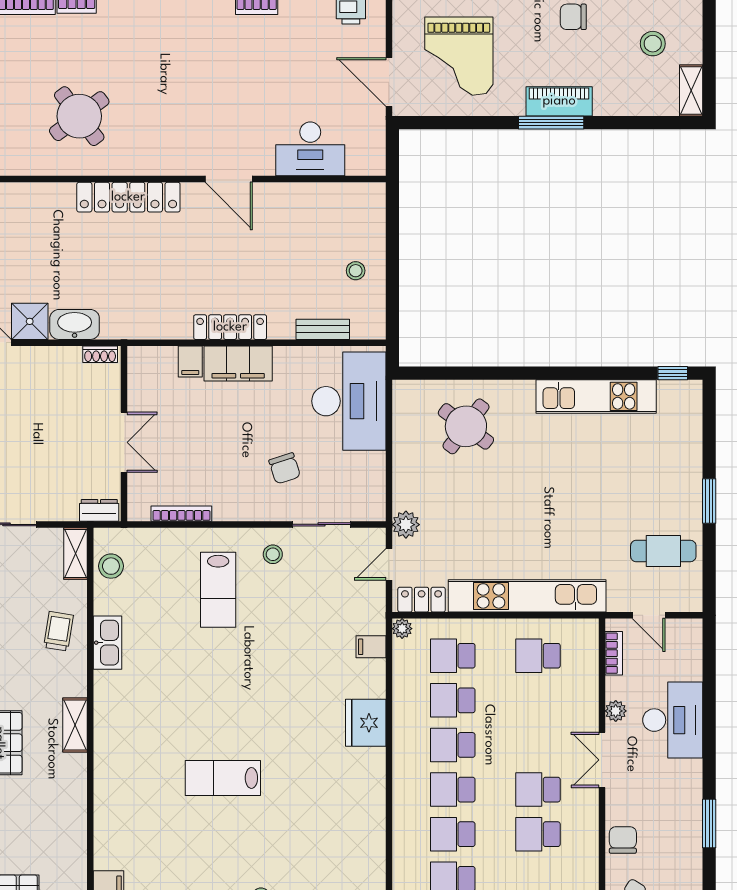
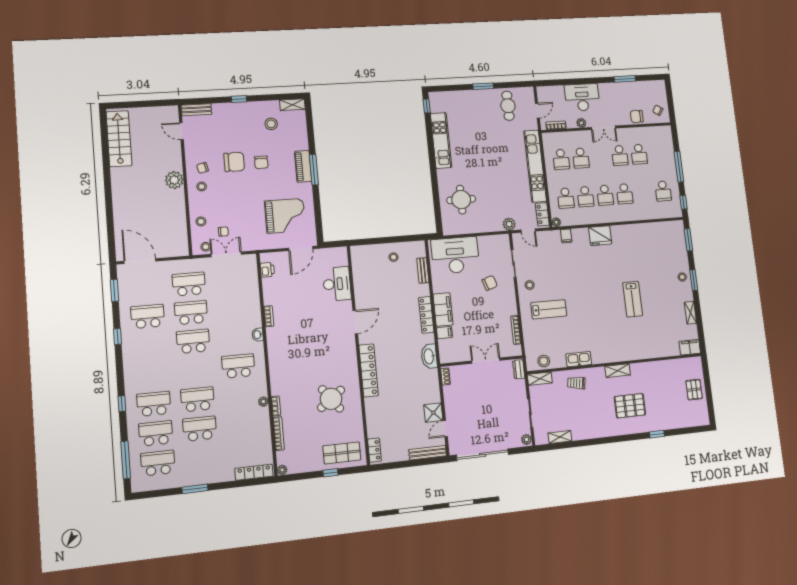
washbasin: (75, 324) -> (429, 356), moved
round table: (466, 426) -> (461, 200), turned -37
school desk: (453, 834) -> (581, 158), moved

